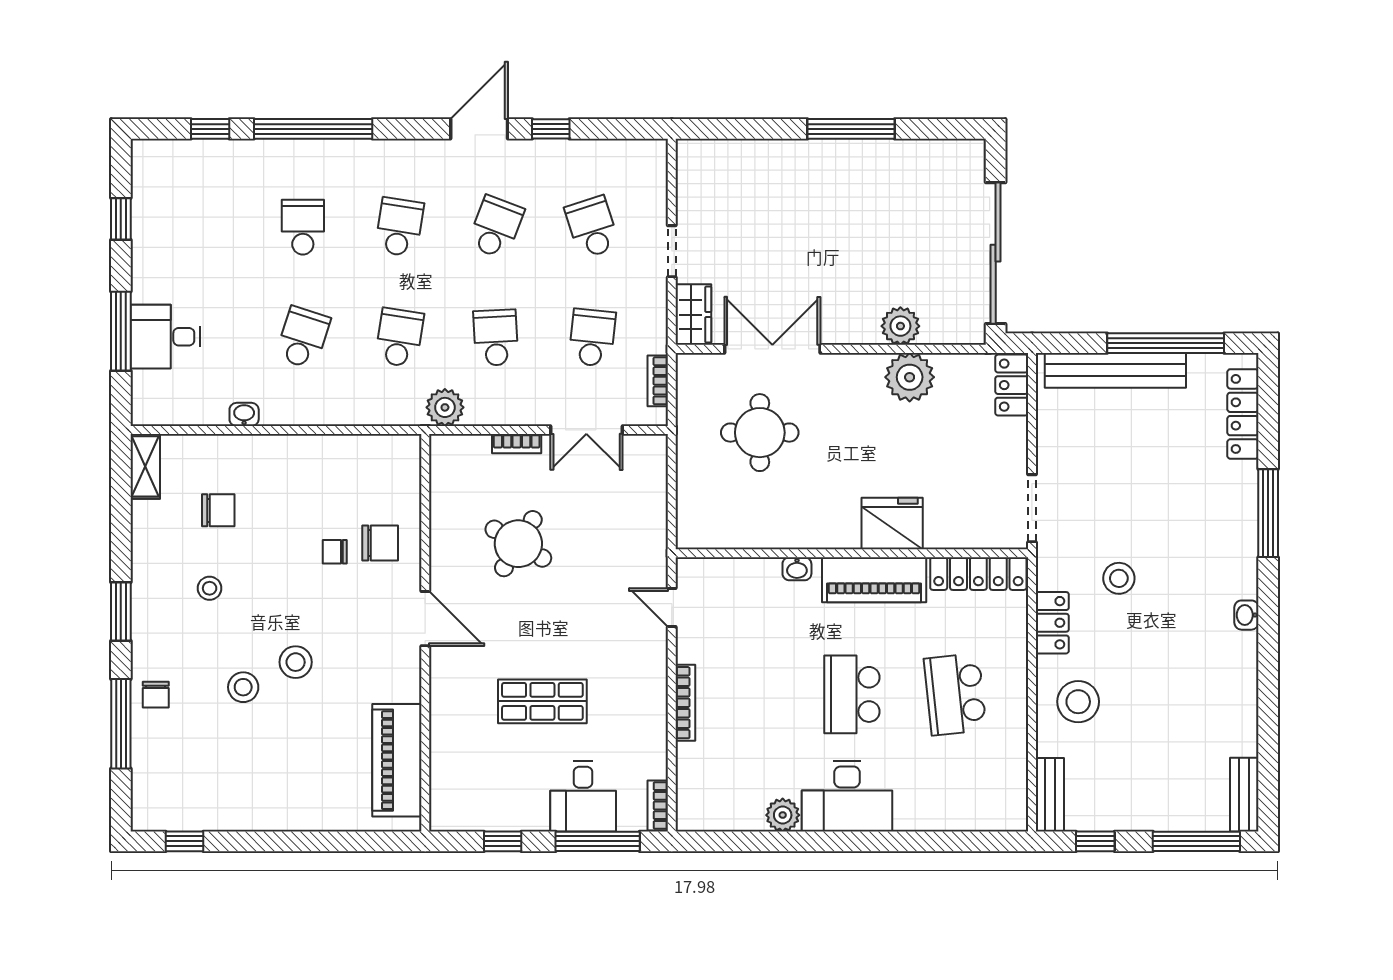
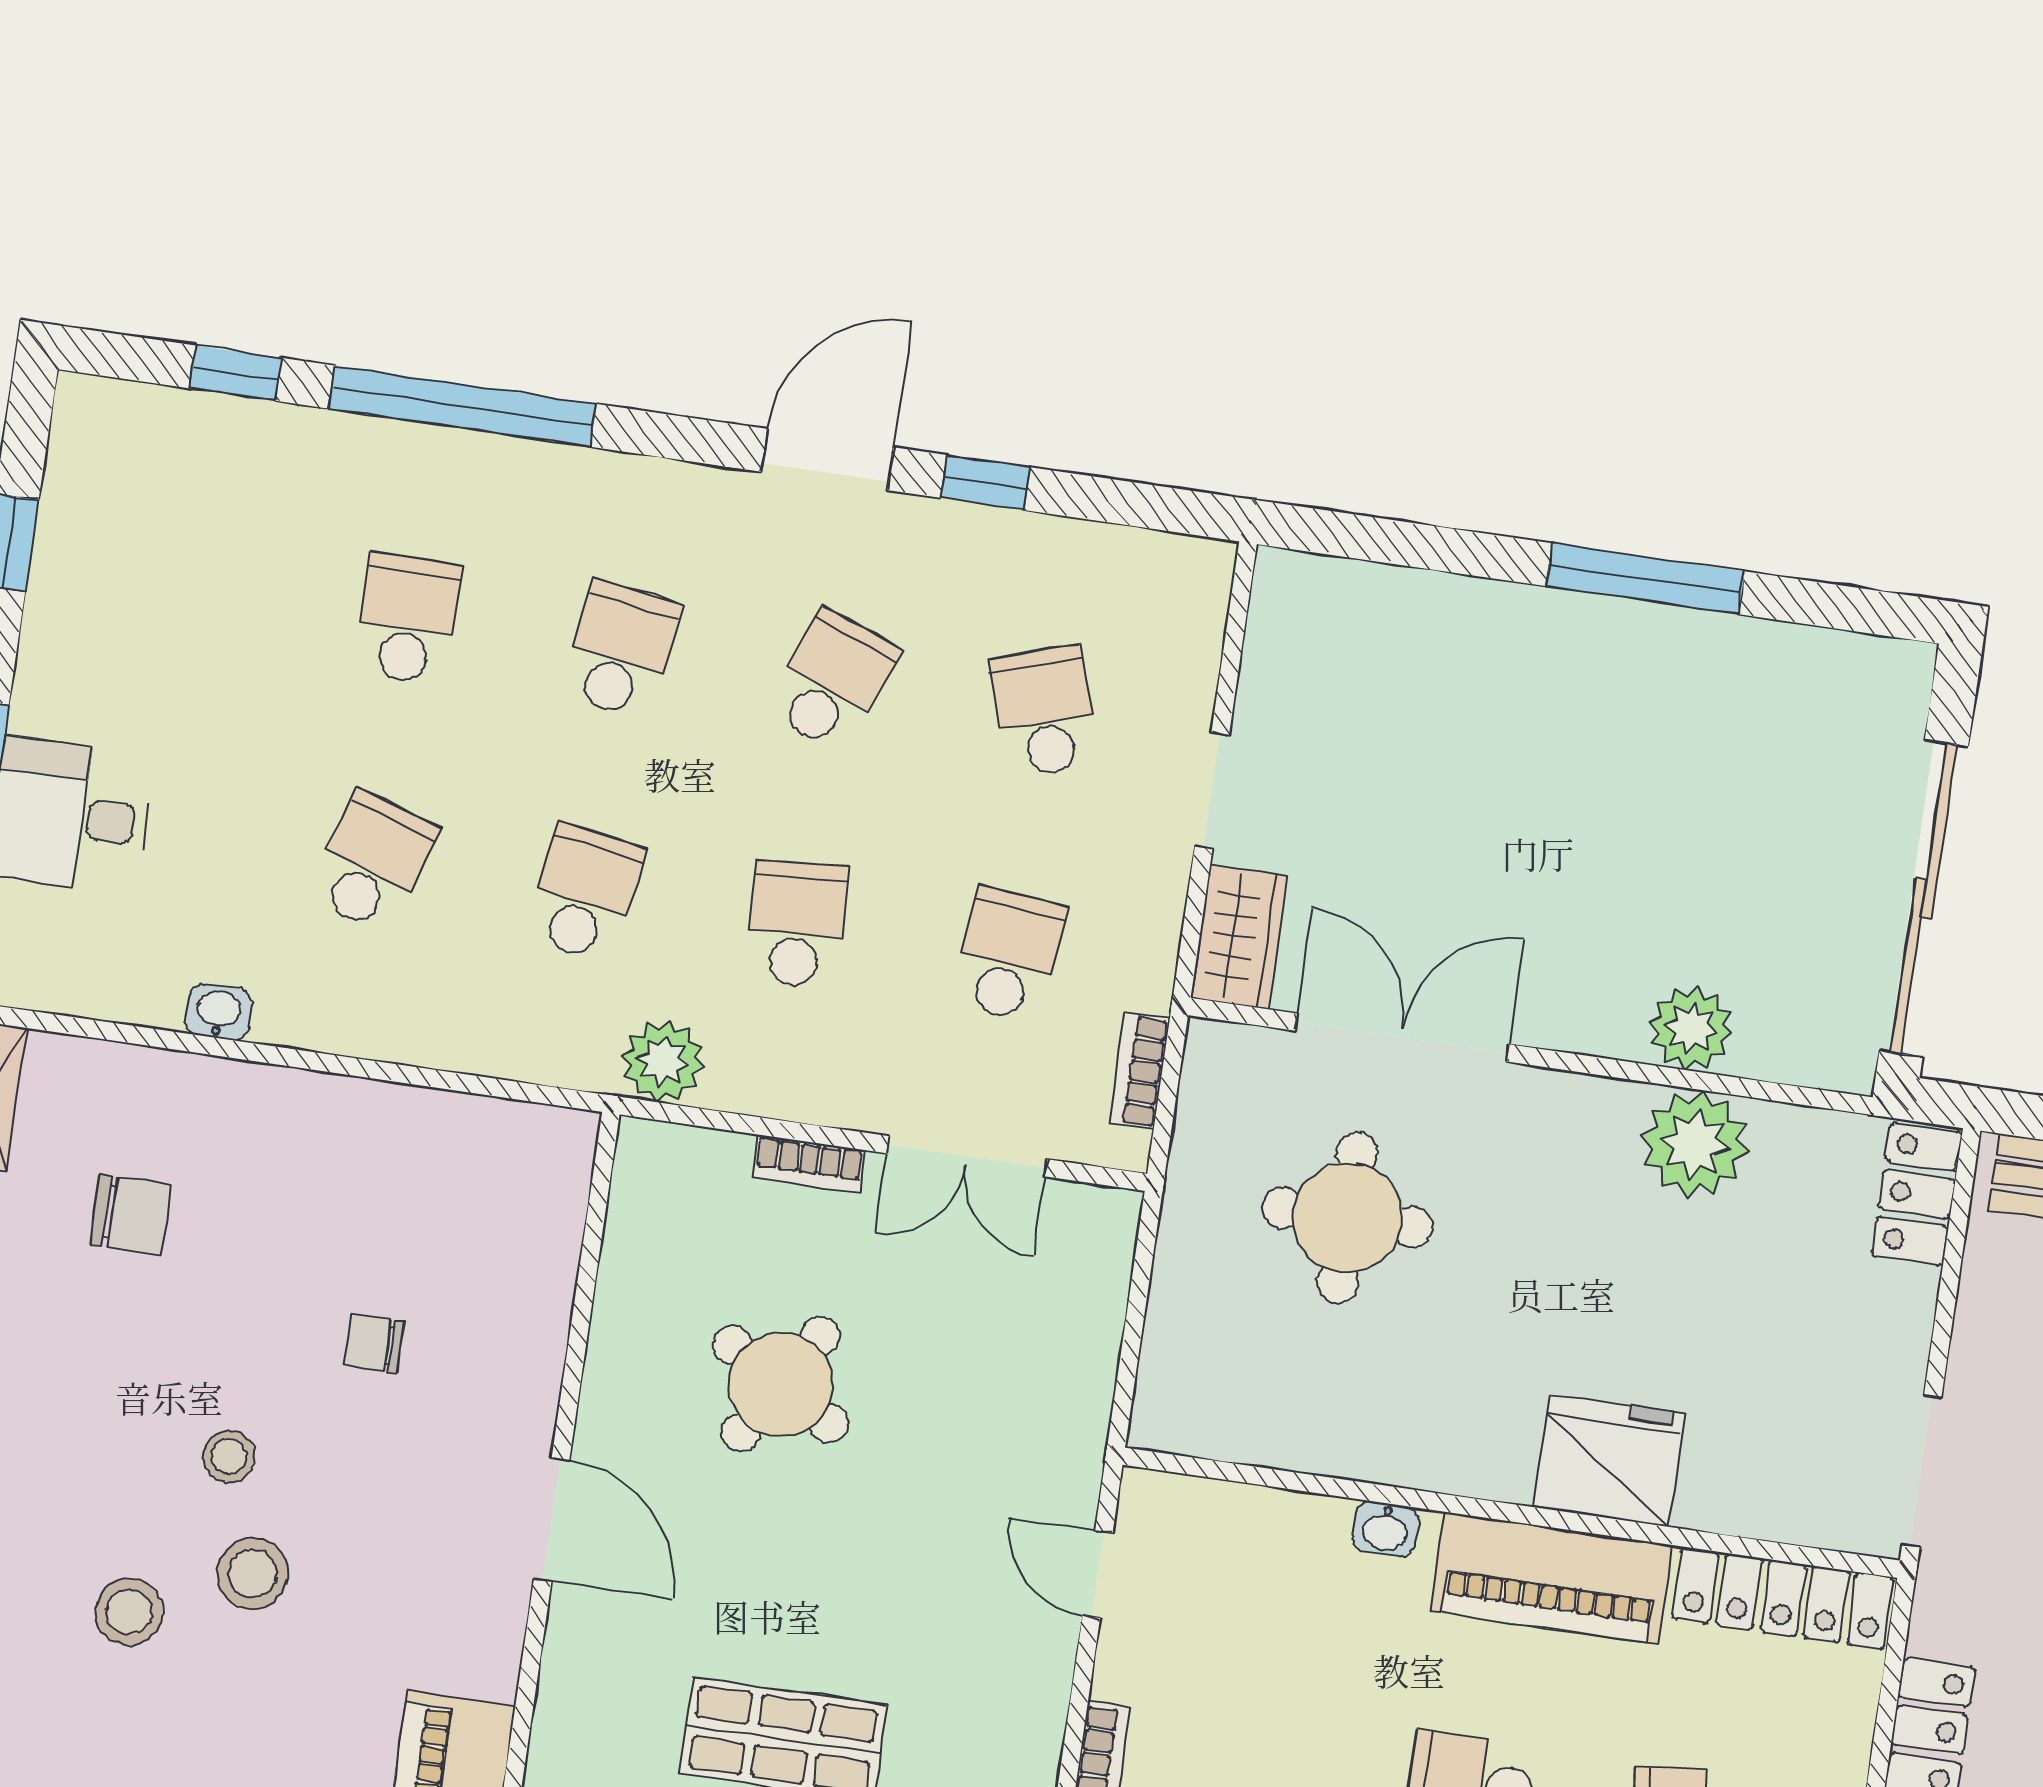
chair: (380, 543) -> (477, 1339), removed
stool: (210, 588) -> (229, 1456), moved

